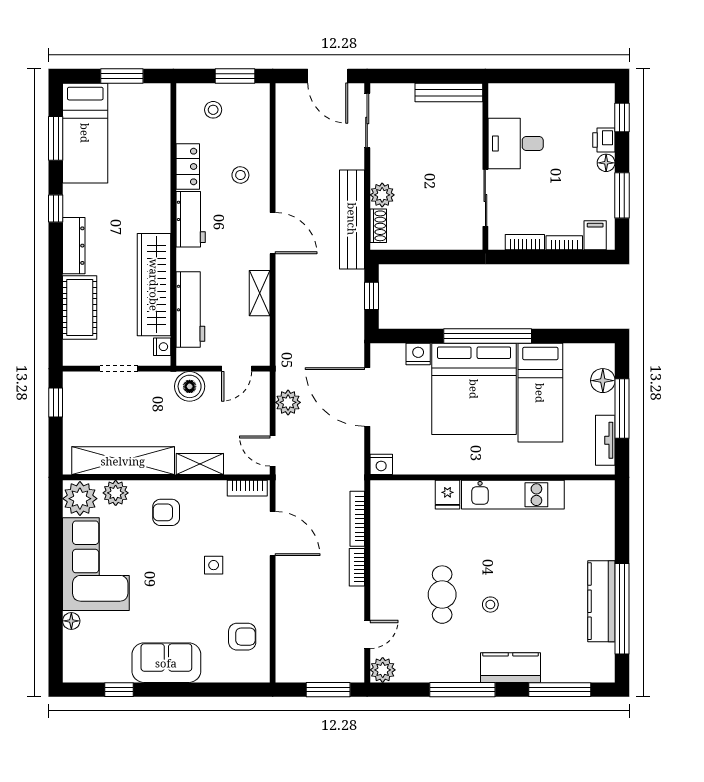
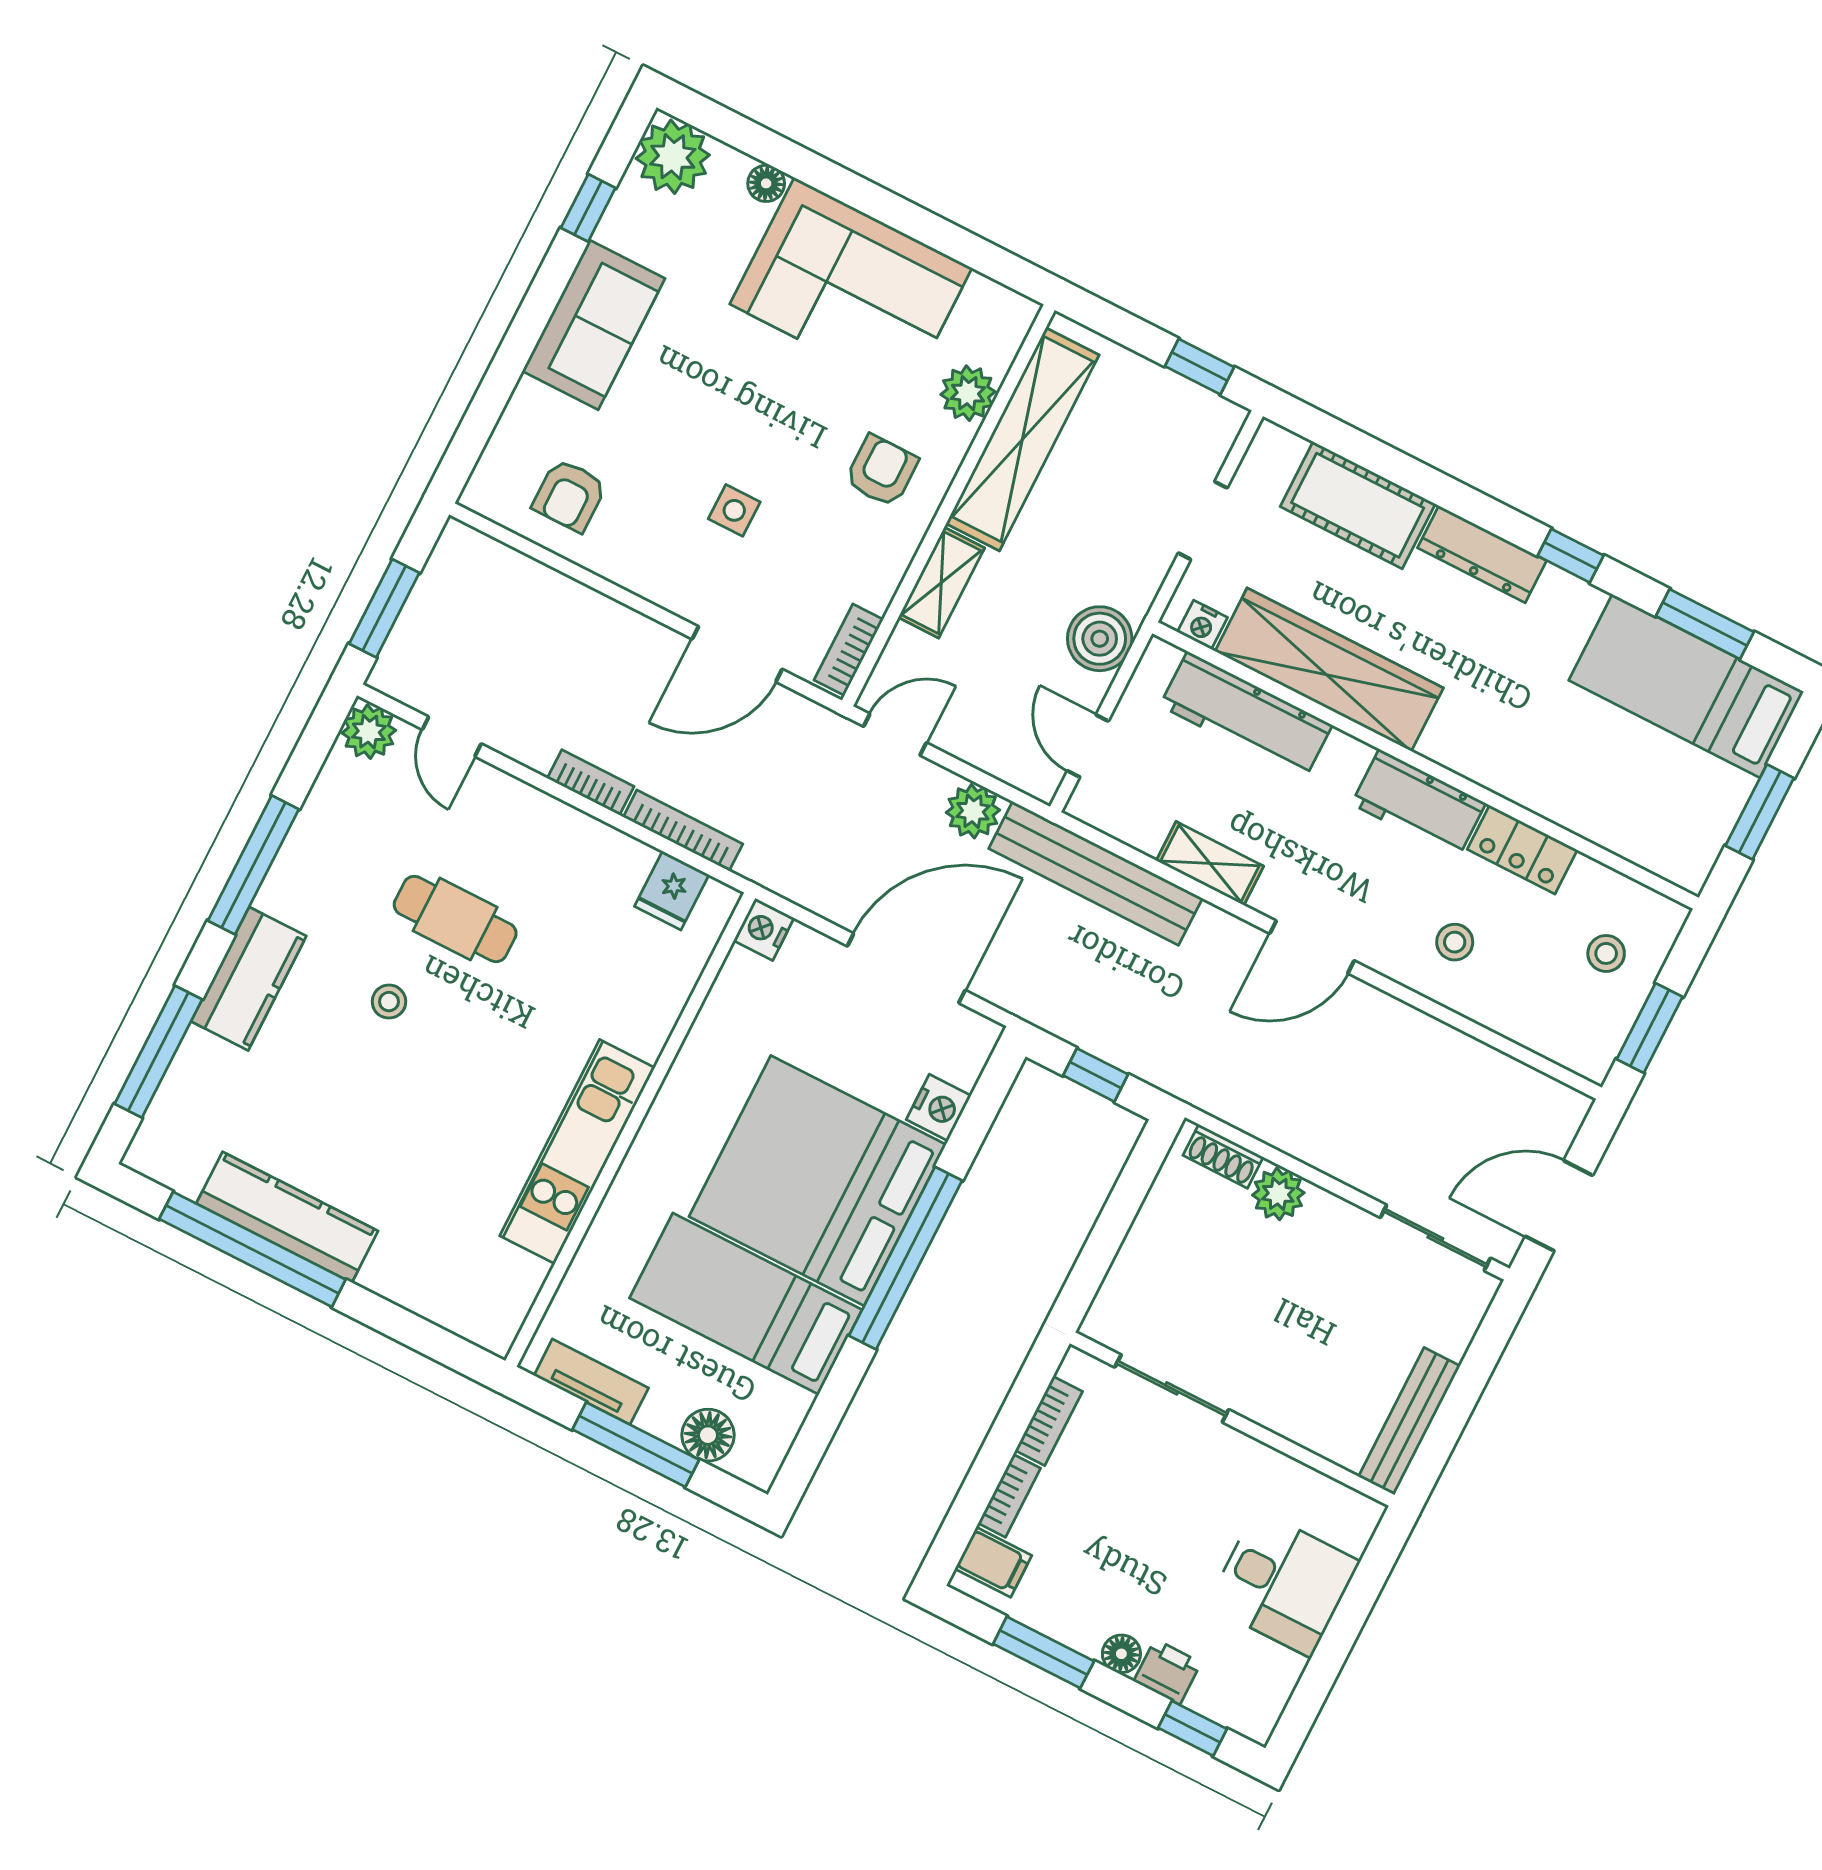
desk: (516, 143) -> (1283, 1583), moved, turned 90
bench: (352, 219) -> (1096, 873), moved
fridge: (447, 495) -> (672, 890), moved, turned -90
plant: (80, 499) -> (673, 157), moved

